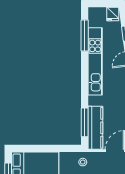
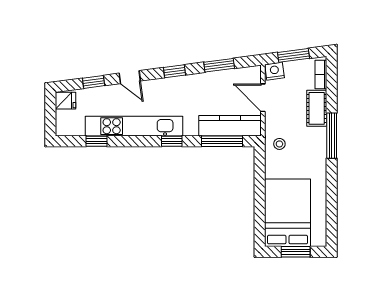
window: (85, 35) -> (96, 141), width x0.46
window: (85, 88) -> (172, 141), added

